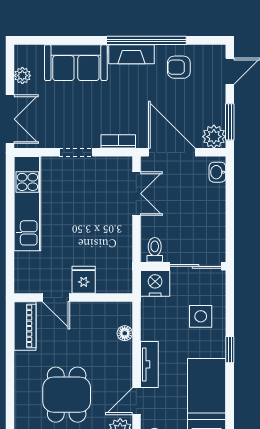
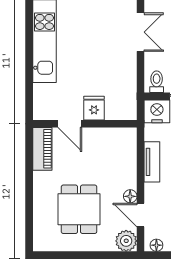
floor lamp: (125, 333) -> (130, 196), moved
tv unit: (149, 364) -> (152, 162), moved
door: (136, 401) -> (141, 215), hinge flipped

